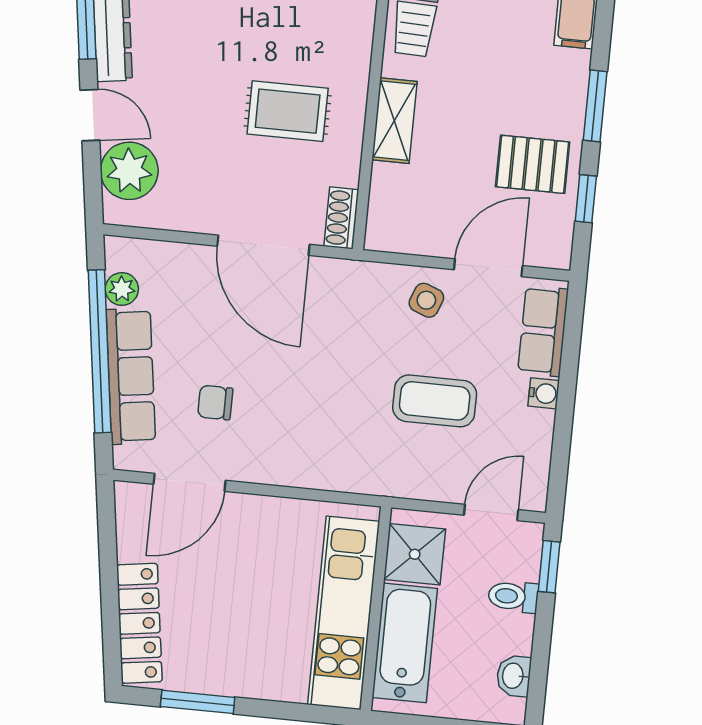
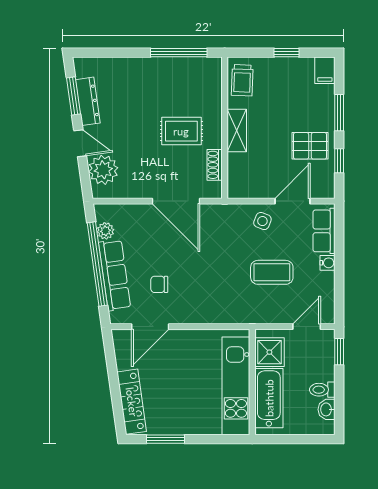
shoe rack: (341, 218) -> (215, 165), moved
toilet: (513, 597) -> (322, 390), moved

